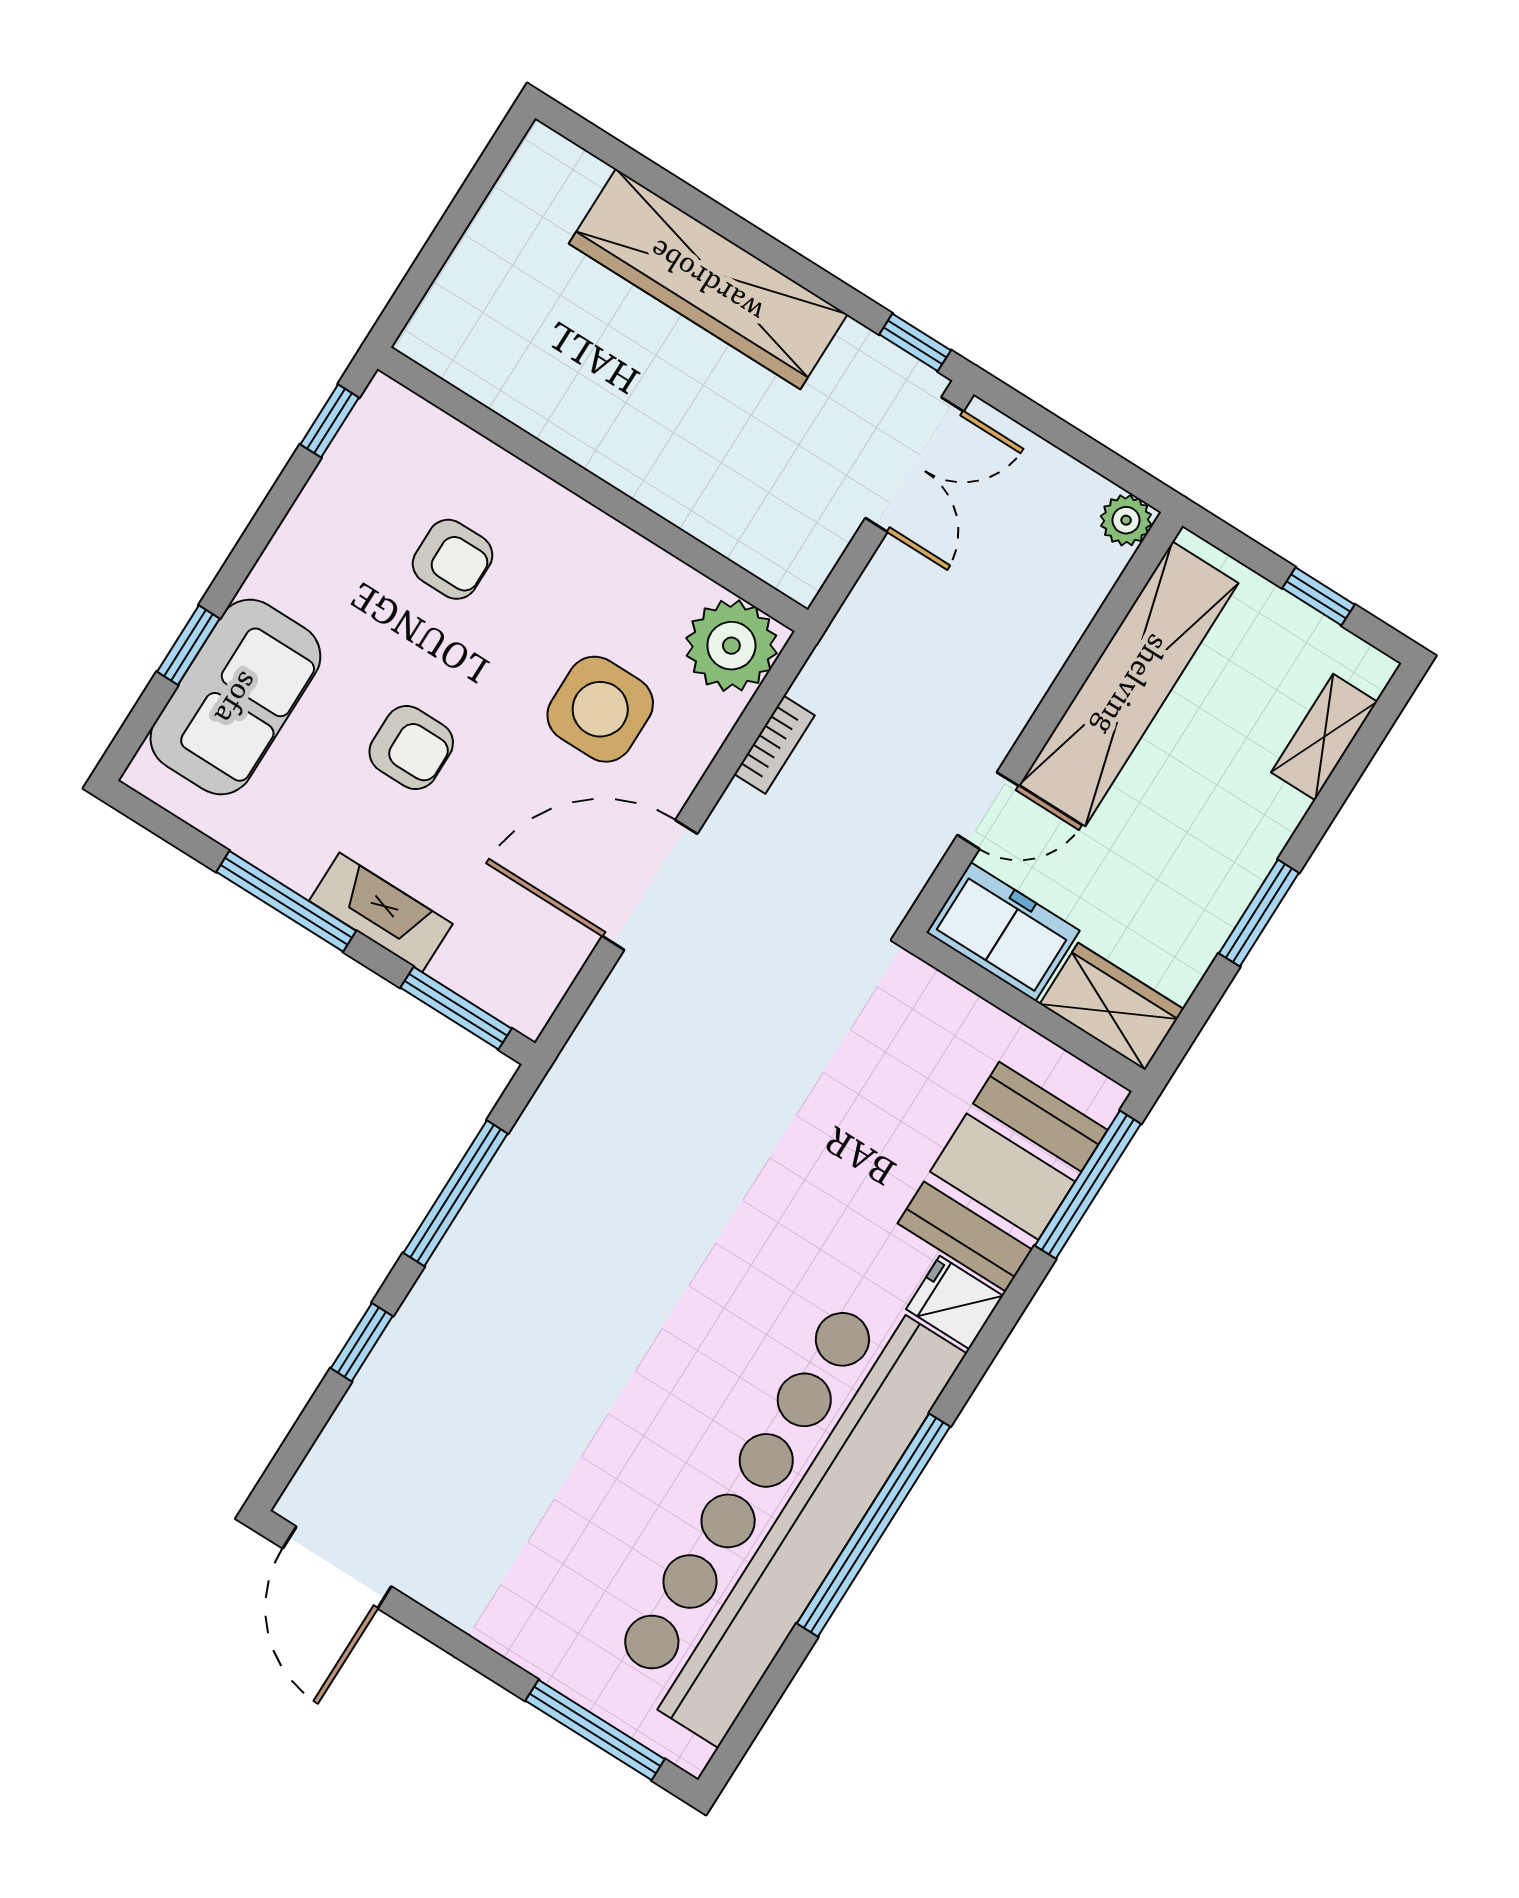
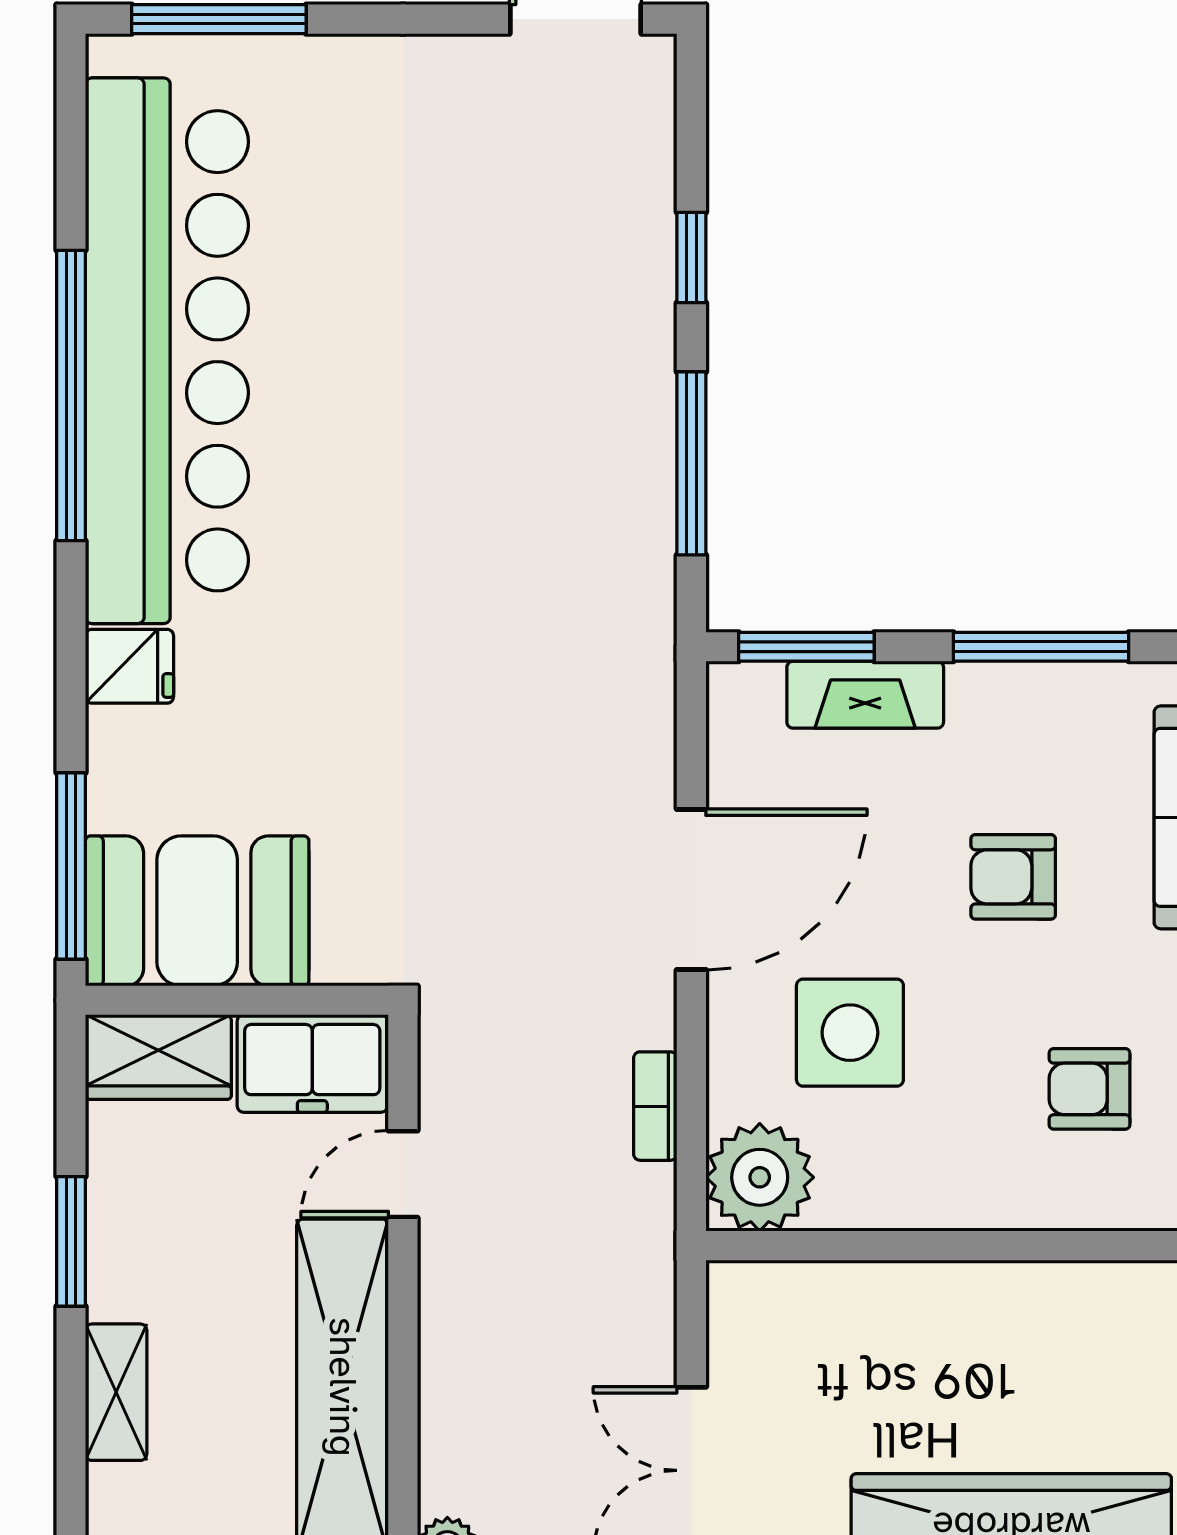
shelving: (1324, 737) -> (116, 1392), moved
fireplace: (381, 912) -> (865, 695), moved
booth: (1003, 1177) -> (197, 911), moved, turned 90

